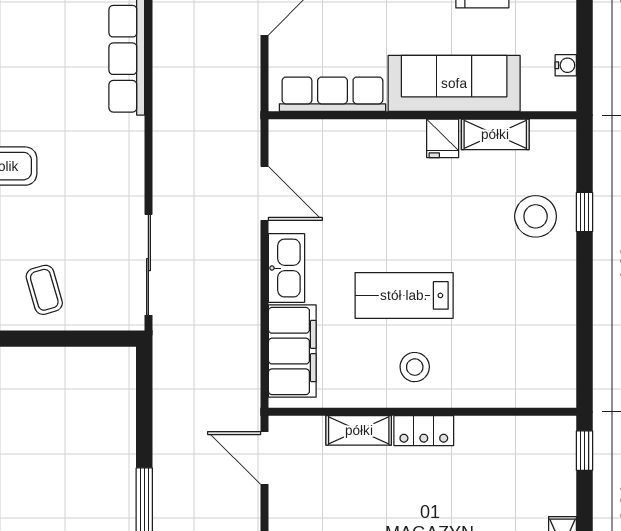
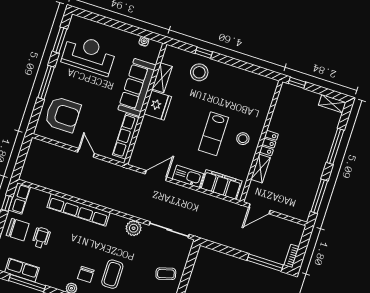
fridge: (443, 138) -> (158, 105), width x1.88, depth x1.34
plant: (126, 181) -> (134, 228), added

